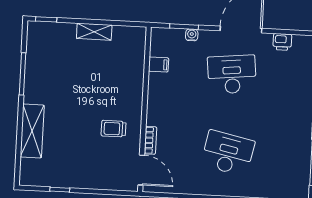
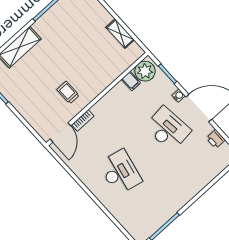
shelving: (94, 32) -> (120, 34), moved
water cooler: (192, 35) -> (179, 96), moved
plant: (162, 44) -> (145, 71), added

